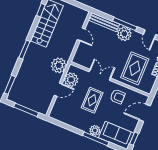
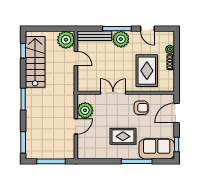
plant: (59, 65) -> (66, 40), moved
rug: (92, 100) -> (123, 136), moved, turned 90
plant: (95, 130) -> (132, 153), removed

